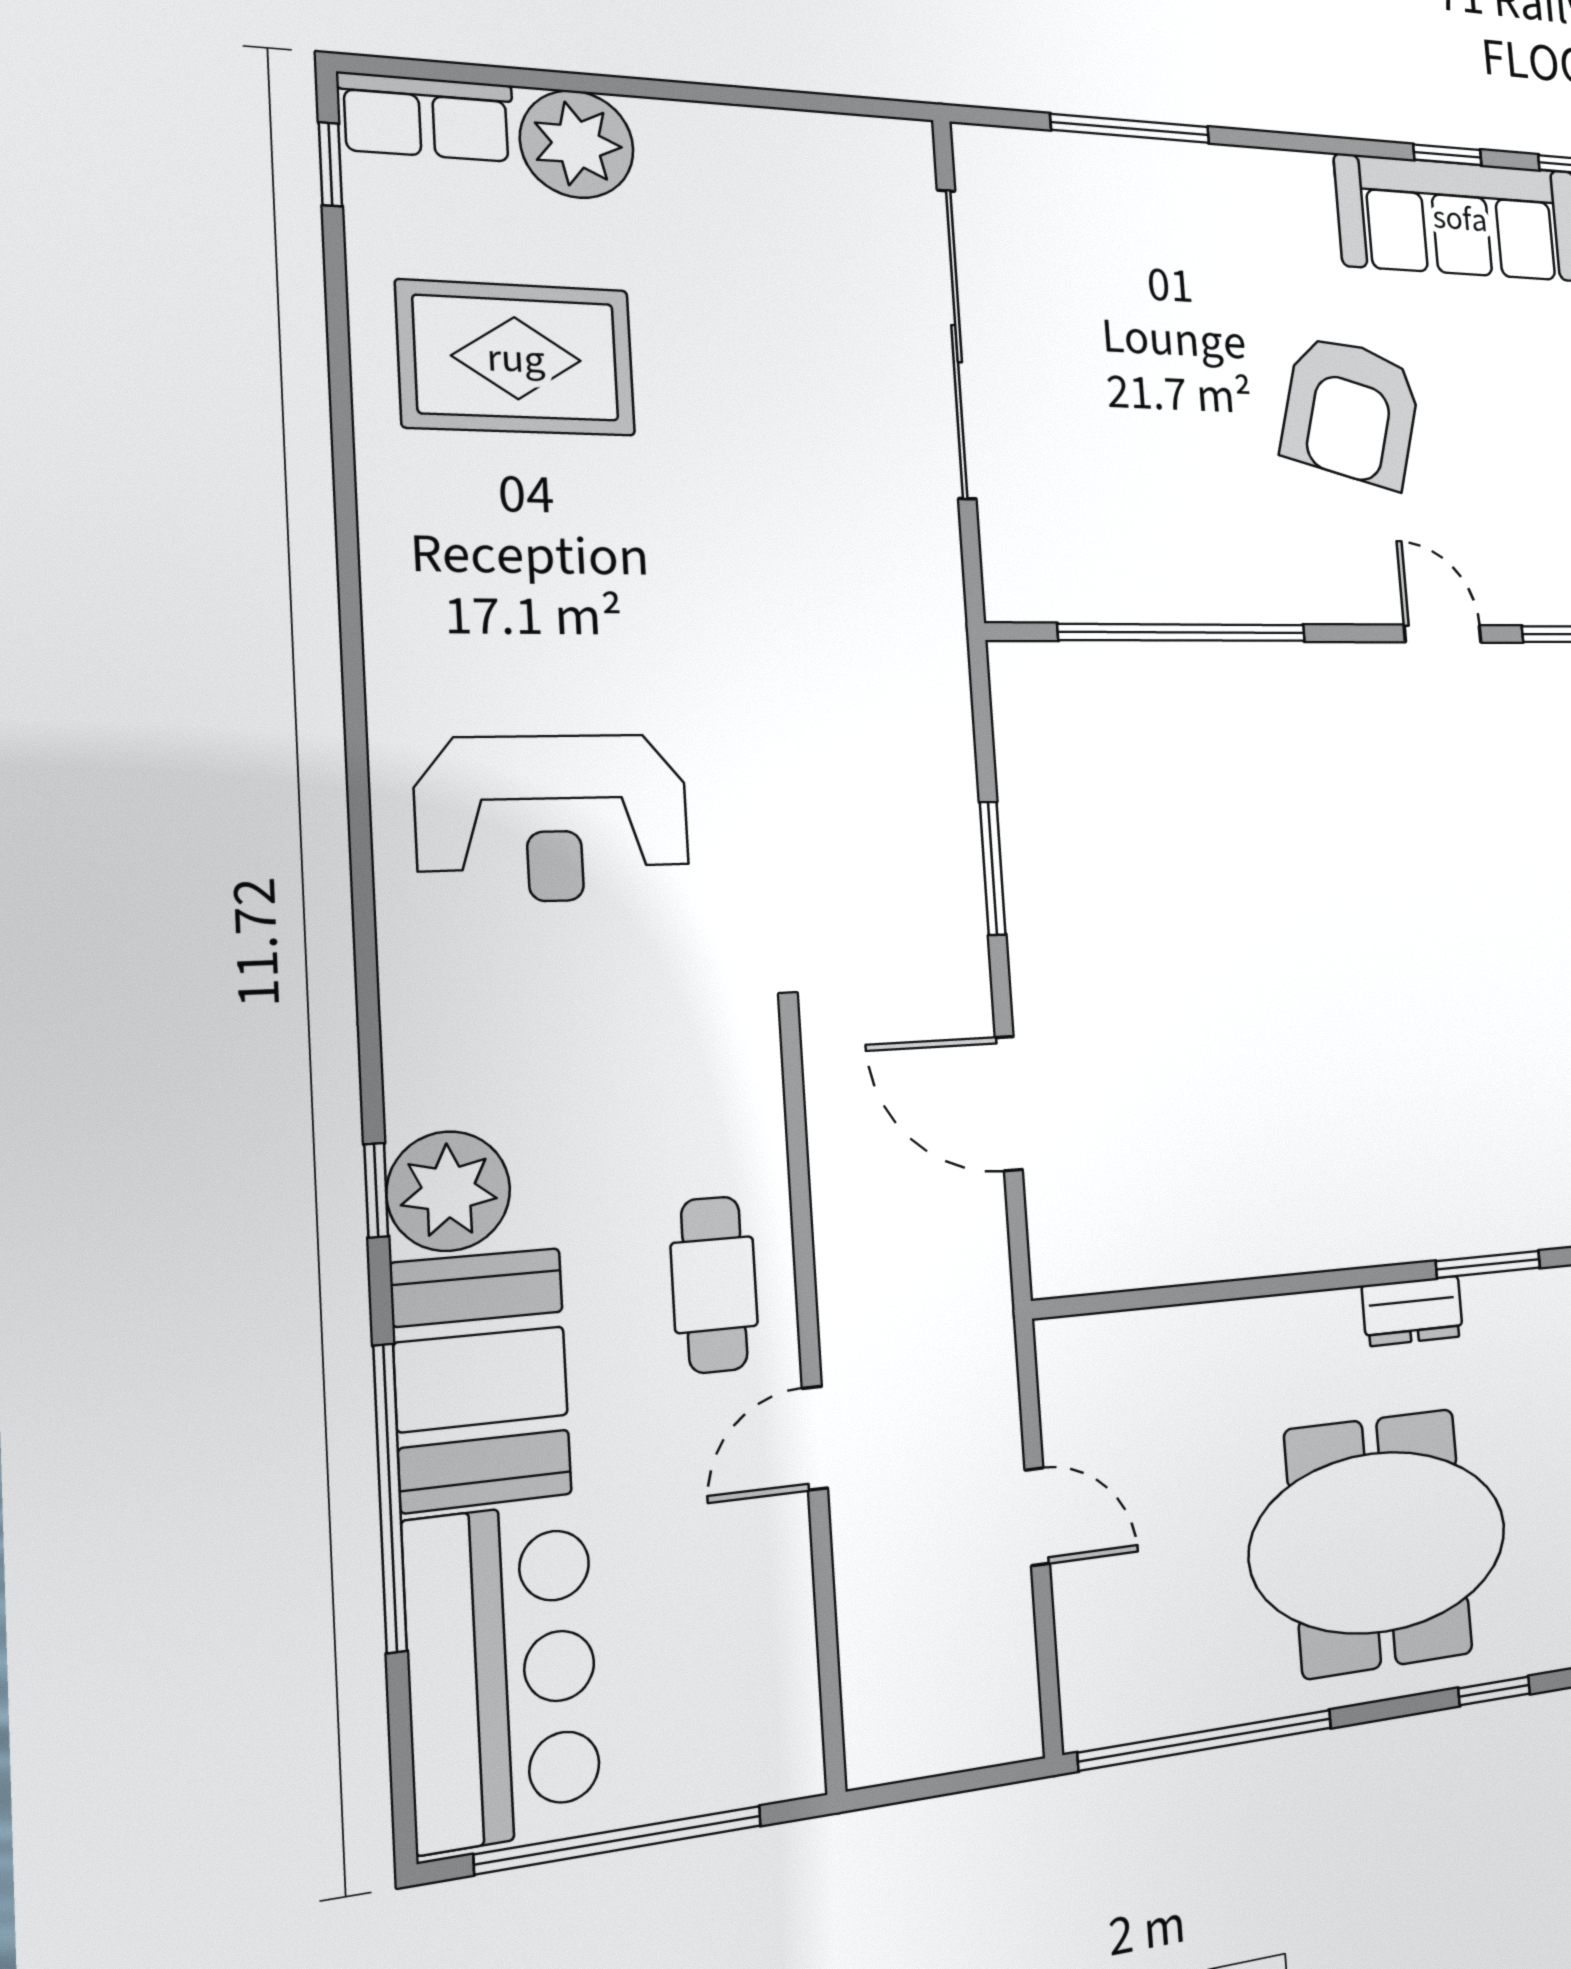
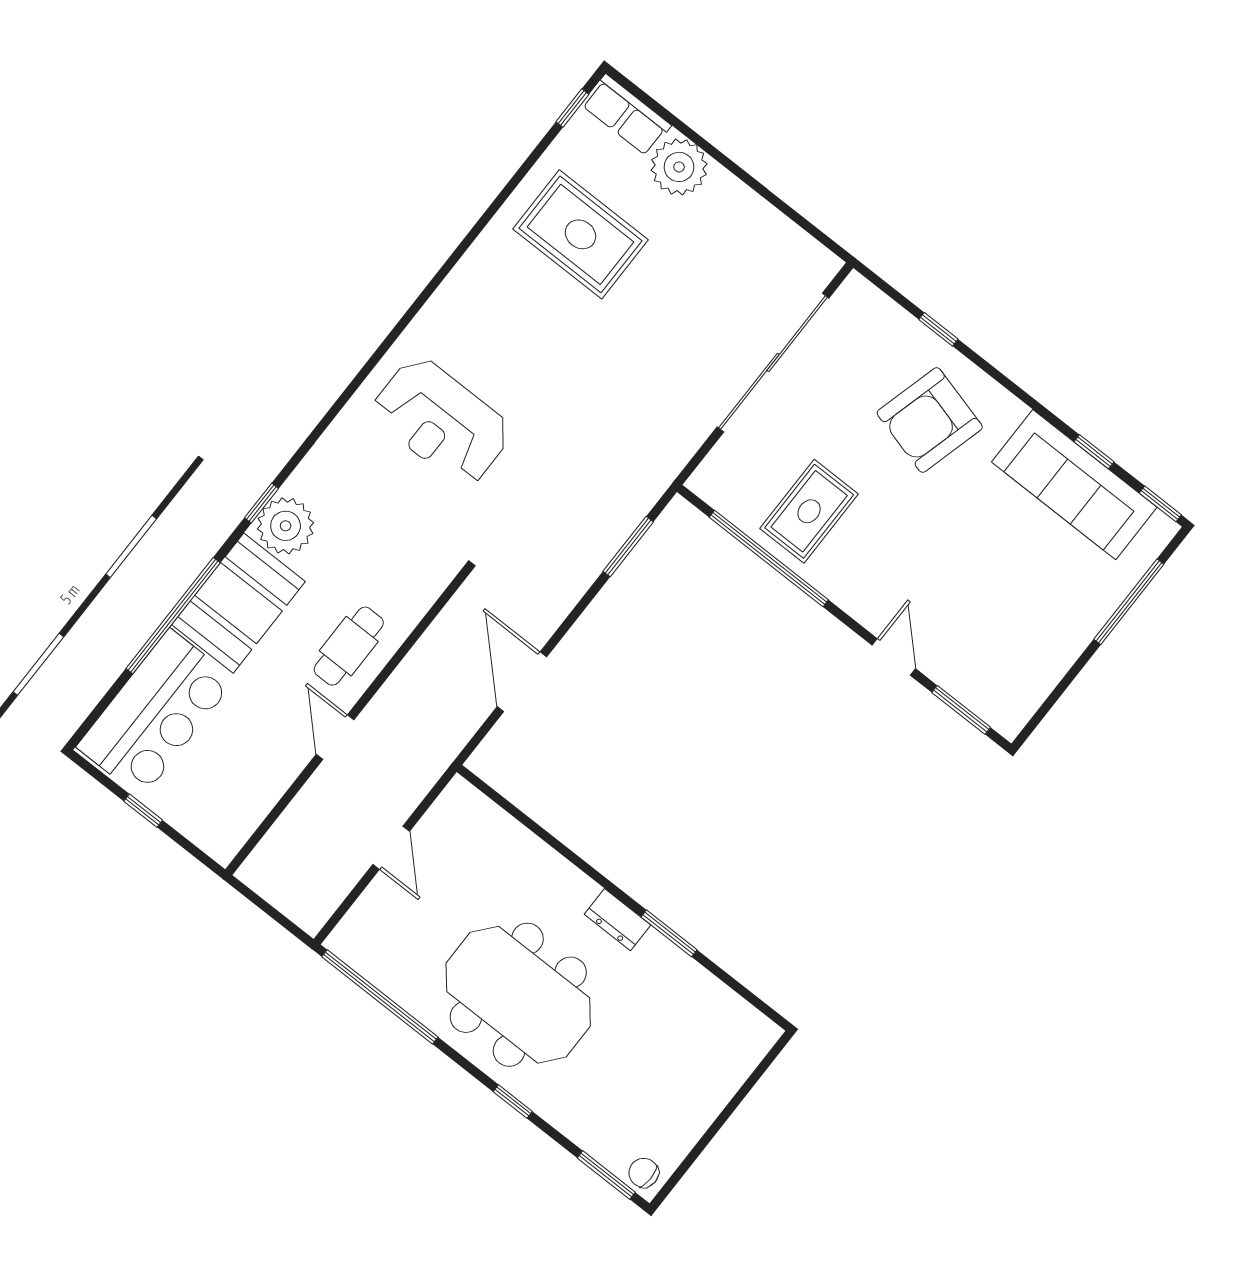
window: (1130, 128) -> (938, 329), width x0.46
armchair: (1351, 411) -> (930, 420), moved
rug: (1179, 521) -> (809, 511), added
window: (993, 868) -> (628, 547), moved
door: (815, 1438) -> (335, 737), hinge flipped
window: (620, 1840) -> (143, 811), width x0.32

